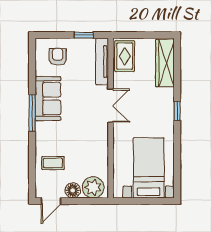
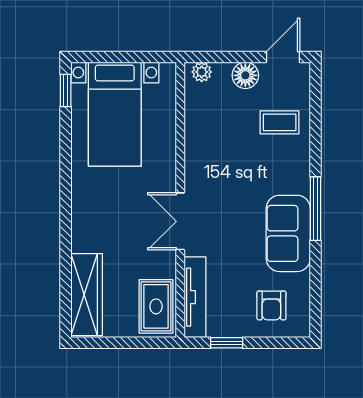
window: (177, 111) -> (66, 90), moved
plant: (93, 187) -> (202, 72), width x0.53, depth x0.53

